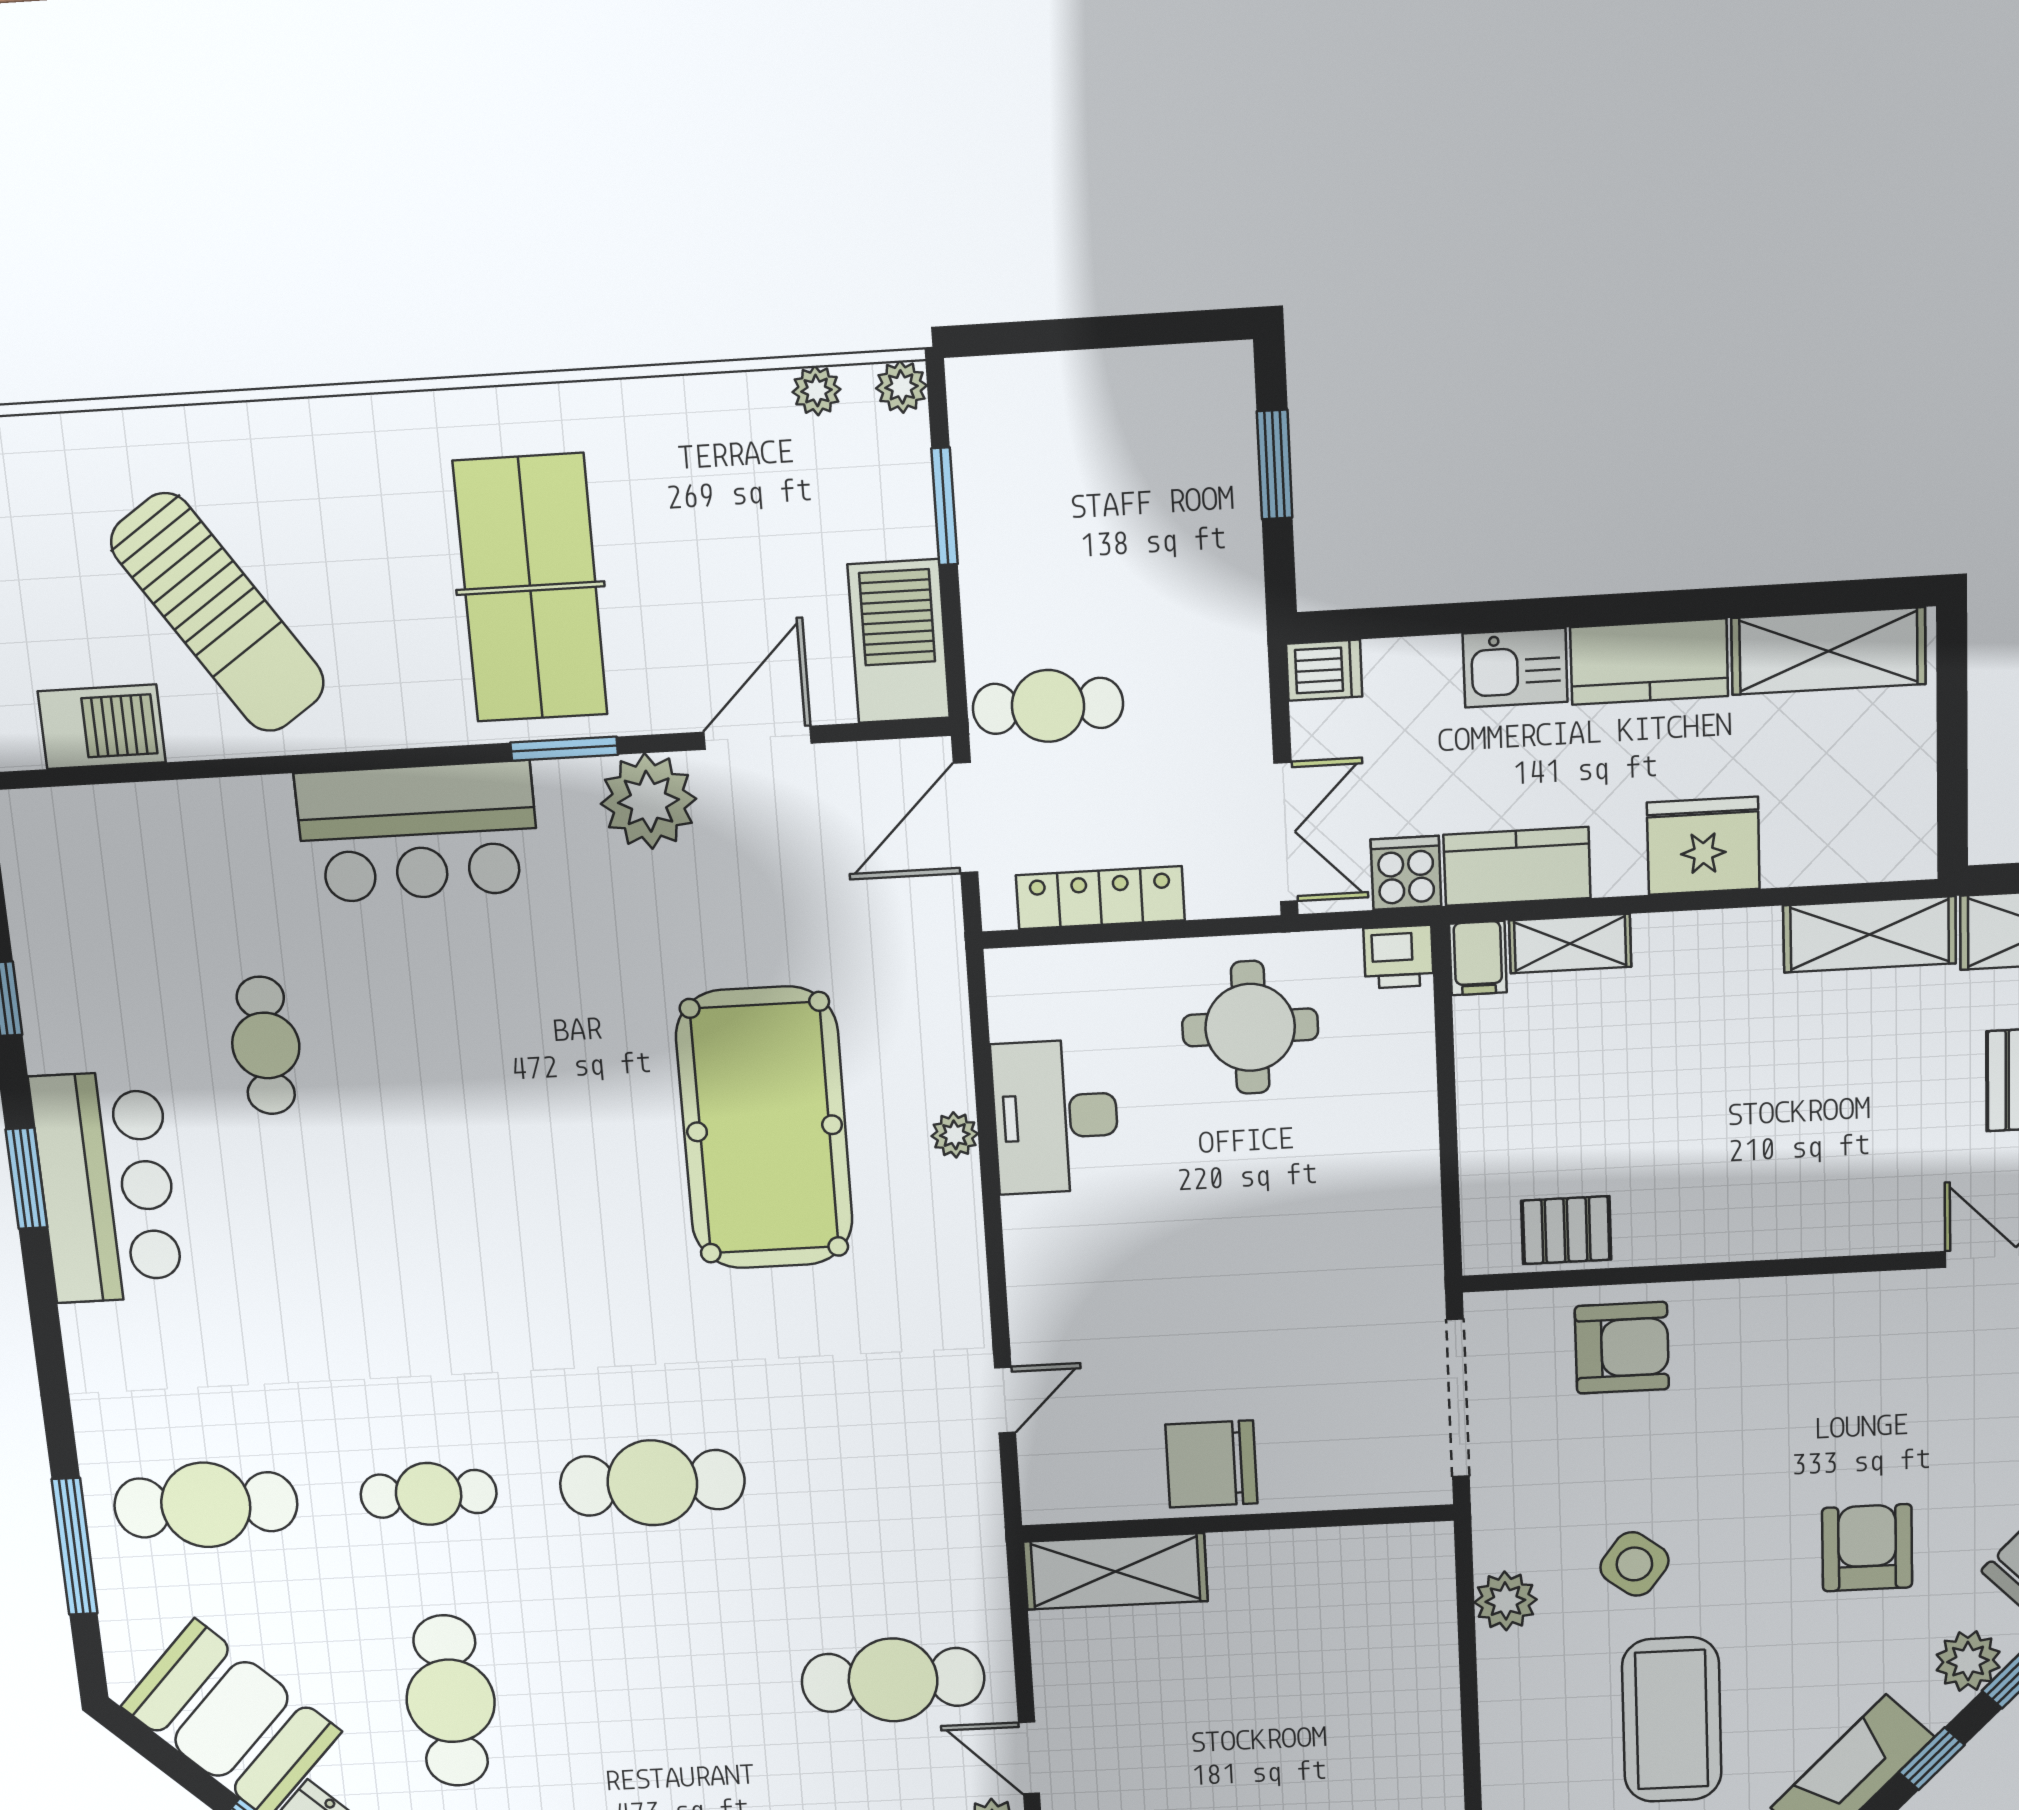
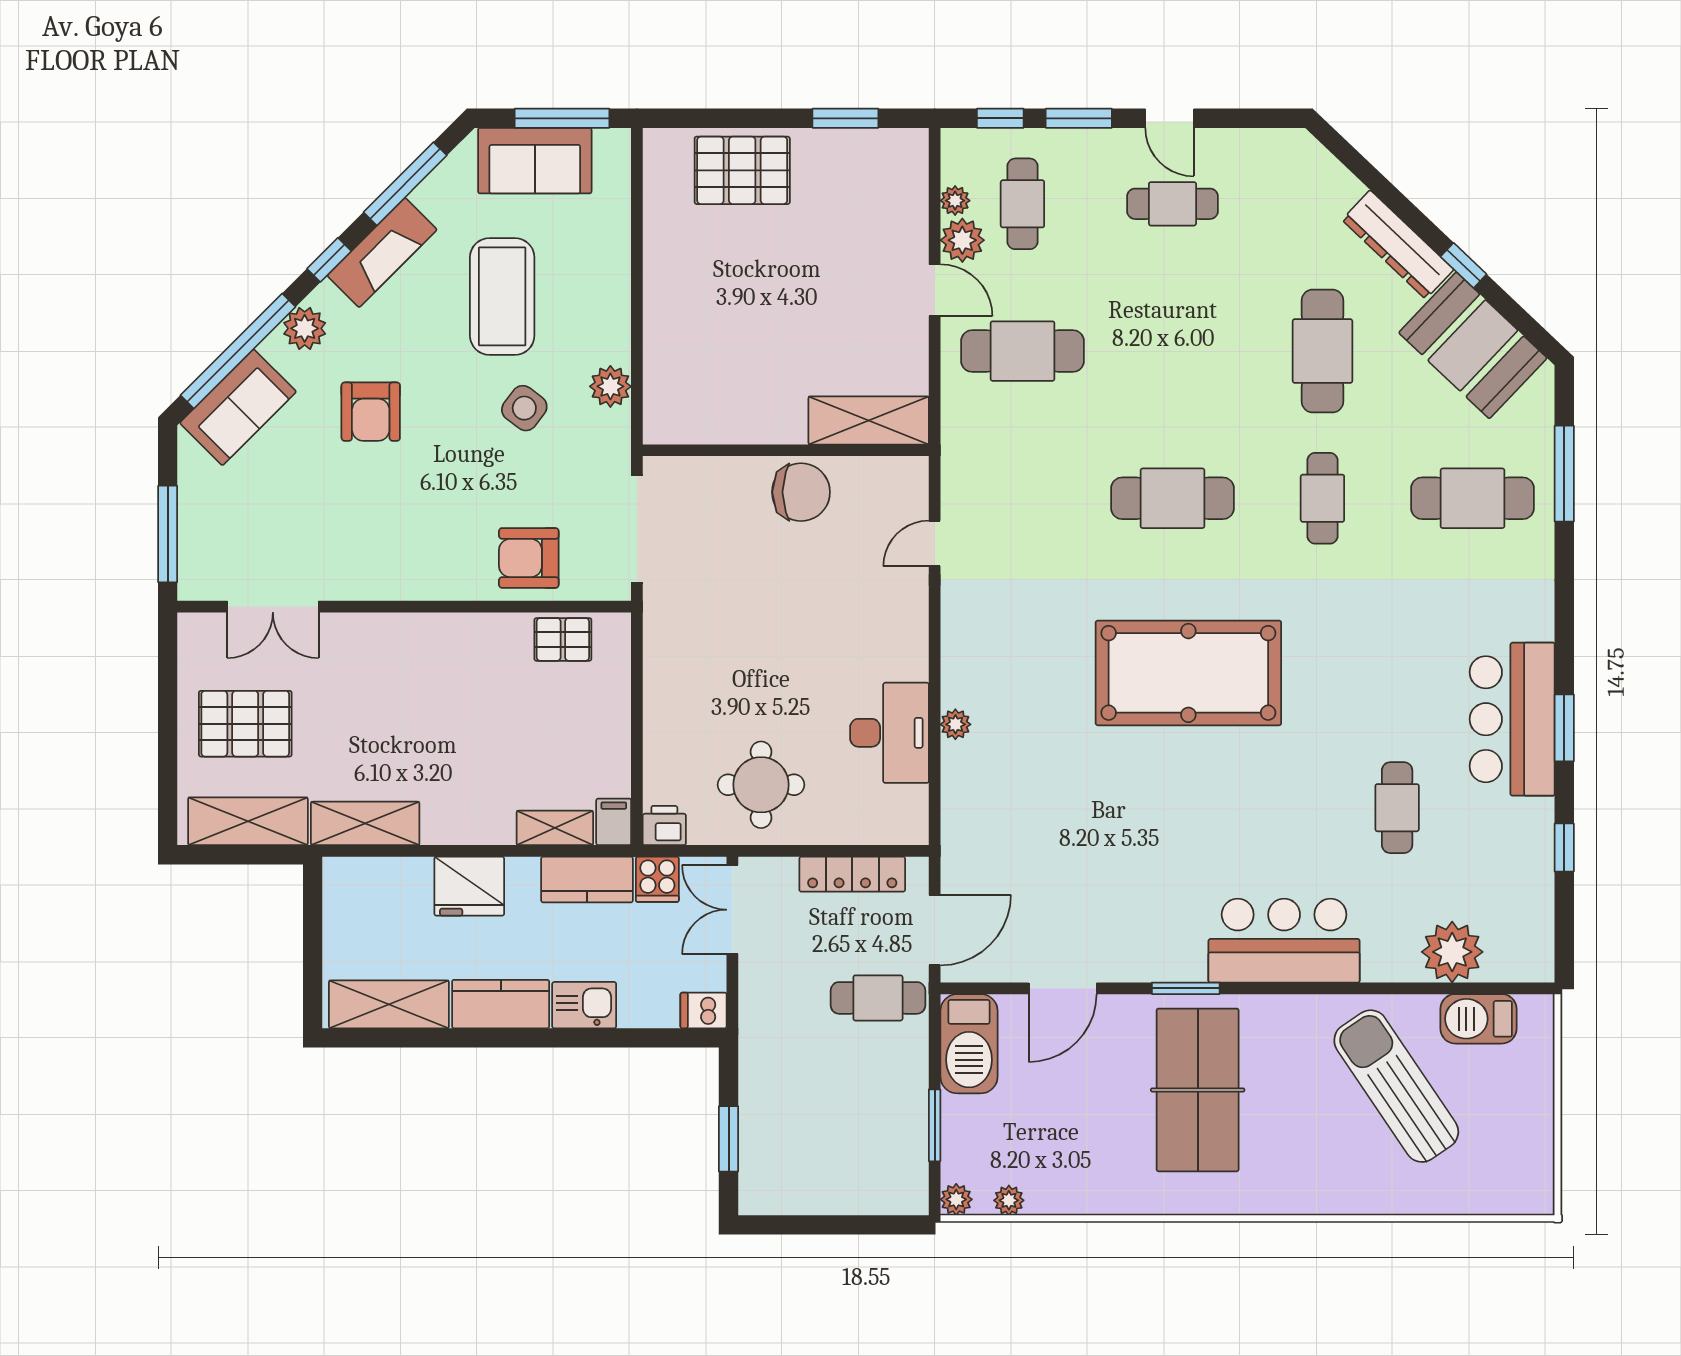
plant: (648, 801) -> (1452, 952), moved
pool table: (765, 1128) -> (1188, 673), moved, turned 90
cafe table: (429, 1494) -> (1322, 498), turned 90

